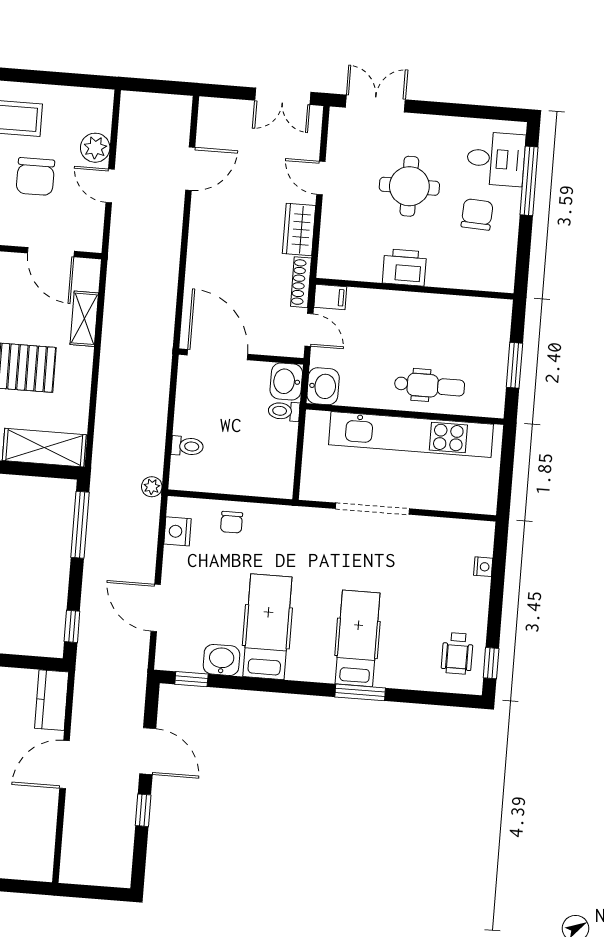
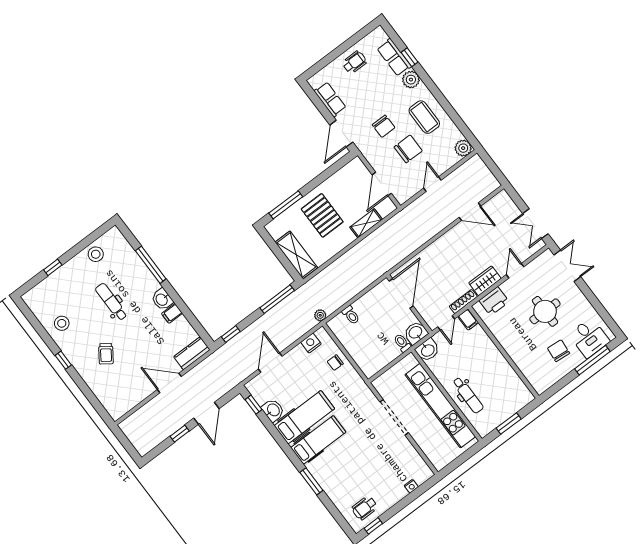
plant: (95, 148) -> (463, 148), moved
chair: (35, 177) -> (408, 149), turned 180
chair: (477, 214) -> (559, 351), turned -88
printer: (404, 267) -> (494, 301), moved, turned 90
hospital bed: (357, 638) -> (318, 440), moved

